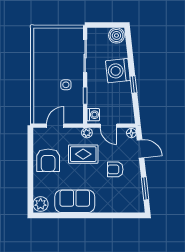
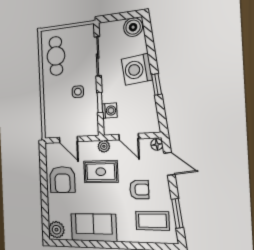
cafe table: (47, 52) -> (56, 56), added
washing machine: (93, 115) -> (110, 111), moved
door: (55, 126) -> (68, 140), swing flipped
armchair: (115, 169) -> (139, 190), turned 180
coffee table: (125, 195) -> (152, 221), added

